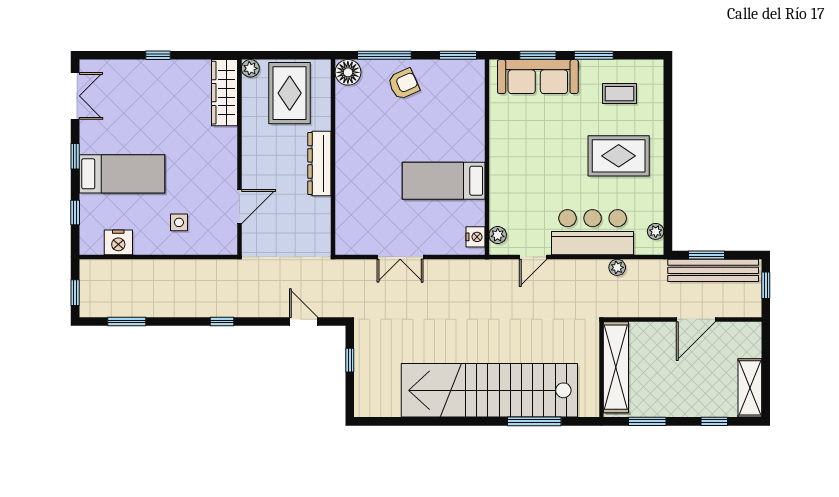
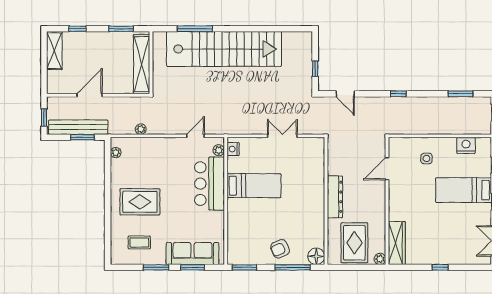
bar counter: (593, 232) -> (210, 184), moved, turned 90

